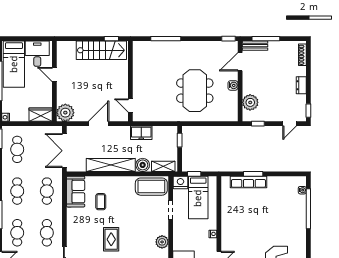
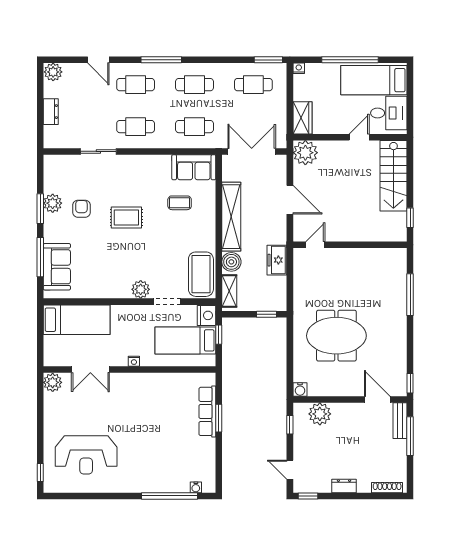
stairs: (101, 50) -> (393, 176), moved
water cooler: (233, 85) -> (300, 389), moved
plant: (162, 242) -> (141, 289), moved

